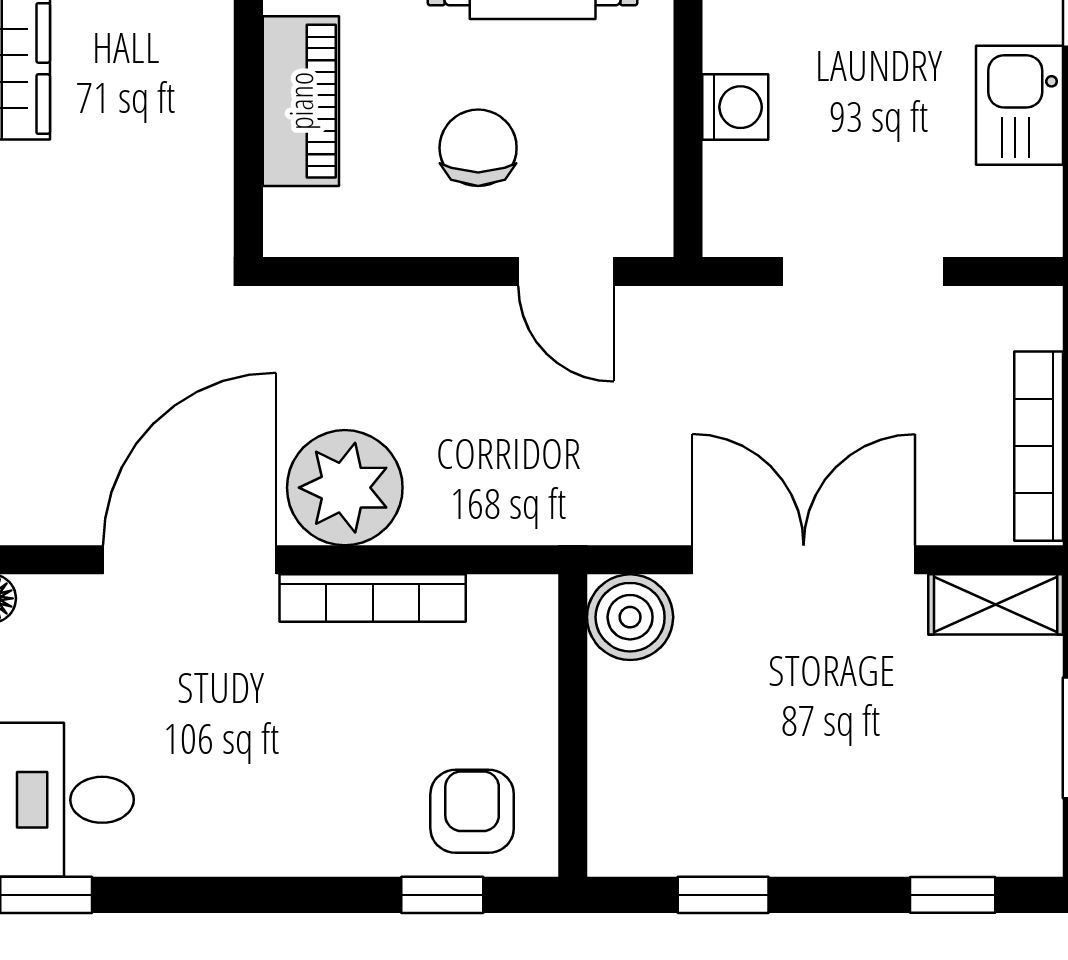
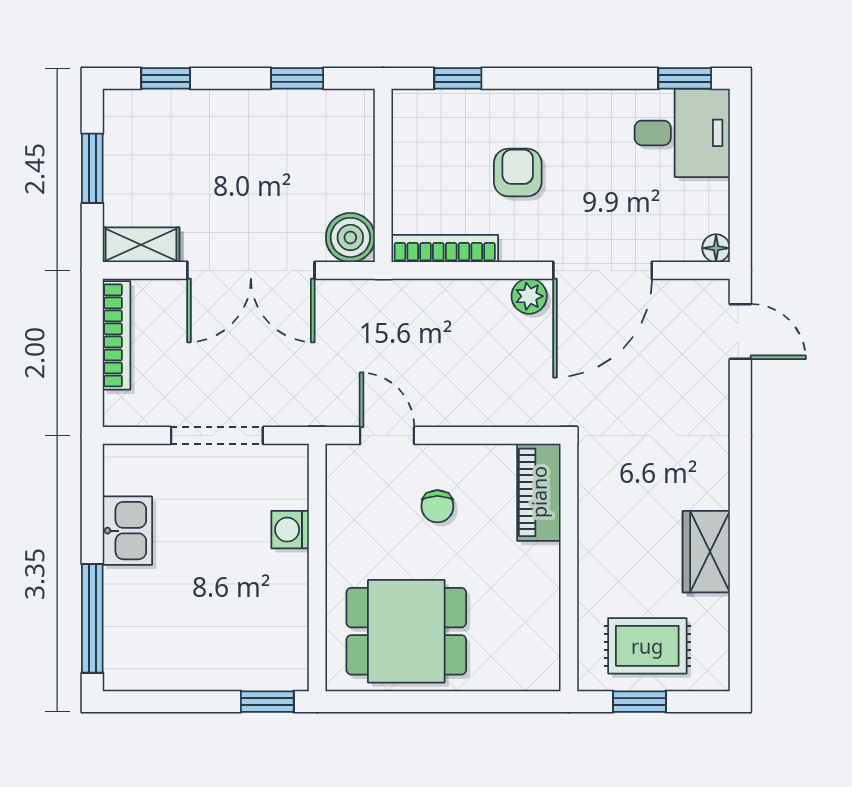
piano: (301, 101) -> (539, 492), moved
chair: (478, 148) -> (437, 506), width x0.73, depth x0.73
plant: (345, 488) -> (529, 296), width x0.53, depth x0.53
bookcase: (373, 598) -> (445, 248), moved
armchair: (472, 811) -> (518, 173), moved, turned 180

